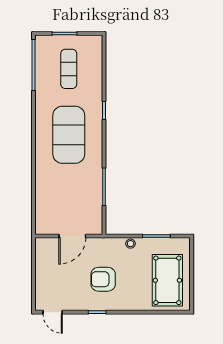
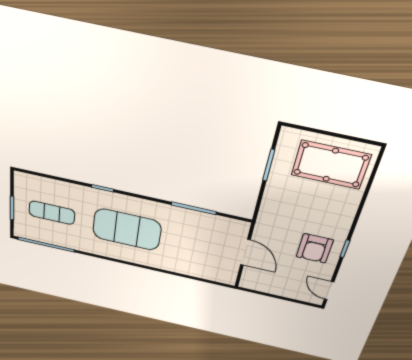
stool: (131, 244) -> (271, 196), removed
armchair: (103, 279) -> (315, 248), moved
door: (53, 312) -> (329, 291), swing flipped

